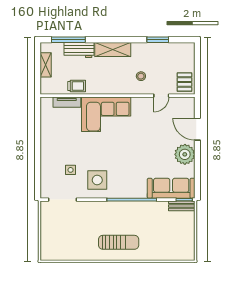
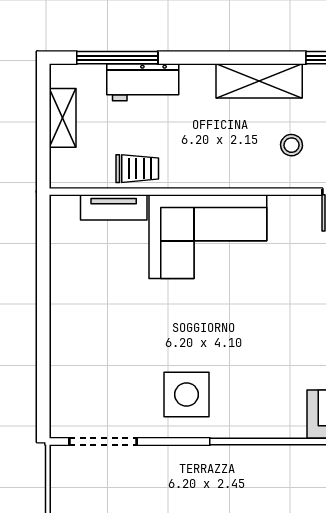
shelving: (113, 49) -> (259, 81), moved
side table: (71, 170) -> (122, 370), removed

